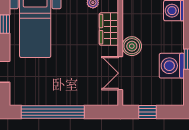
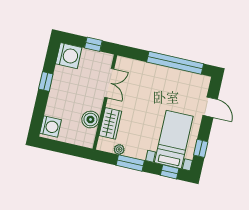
boiler: (132, 46) -> (90, 120), moved
washing machine: (172, 66) -> (69, 56), moved

